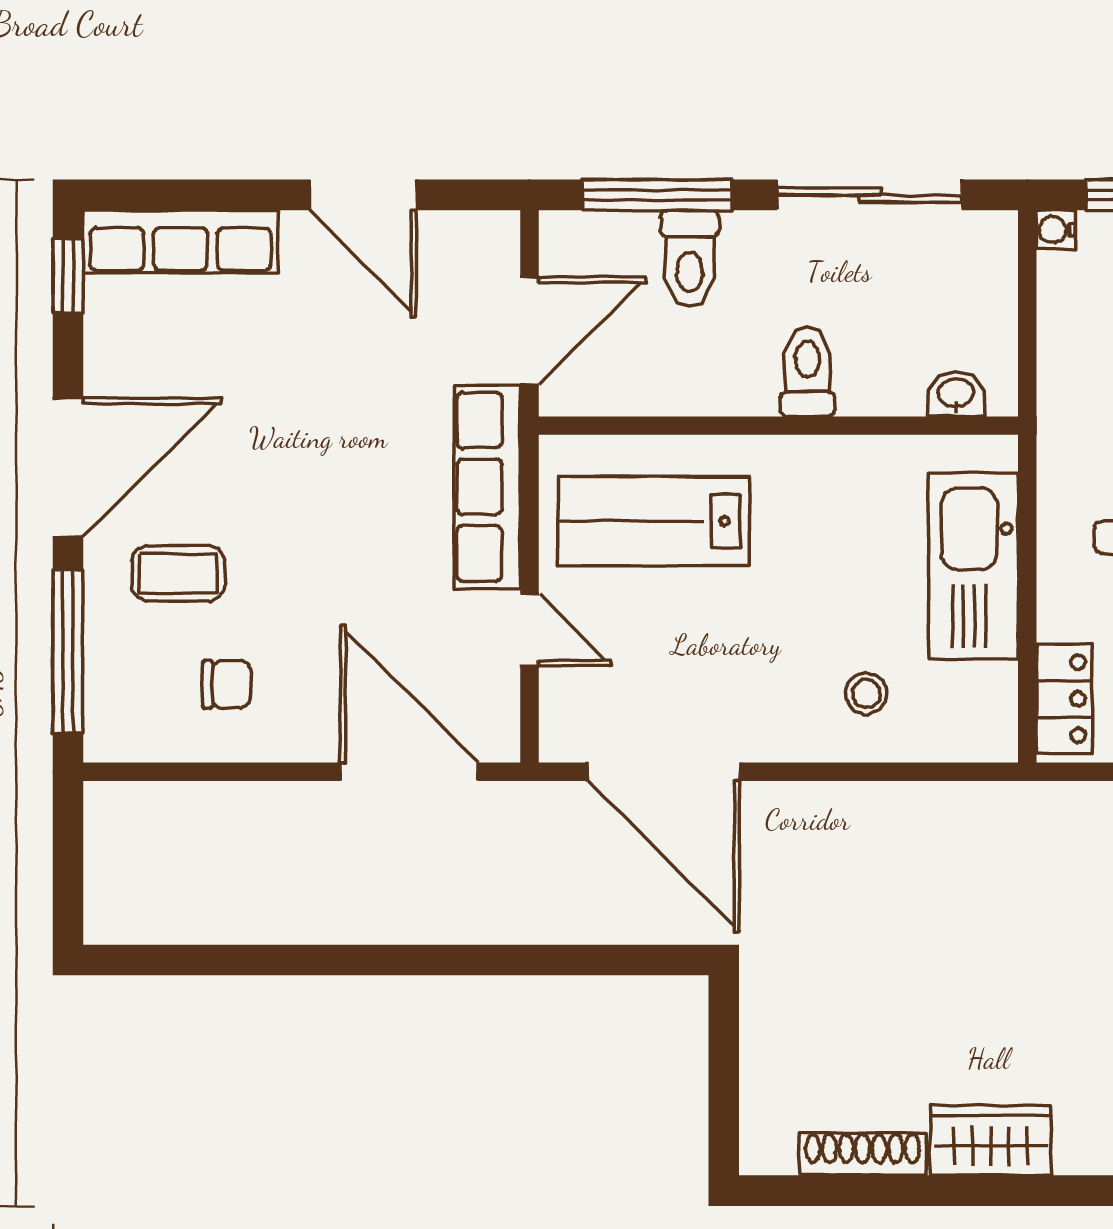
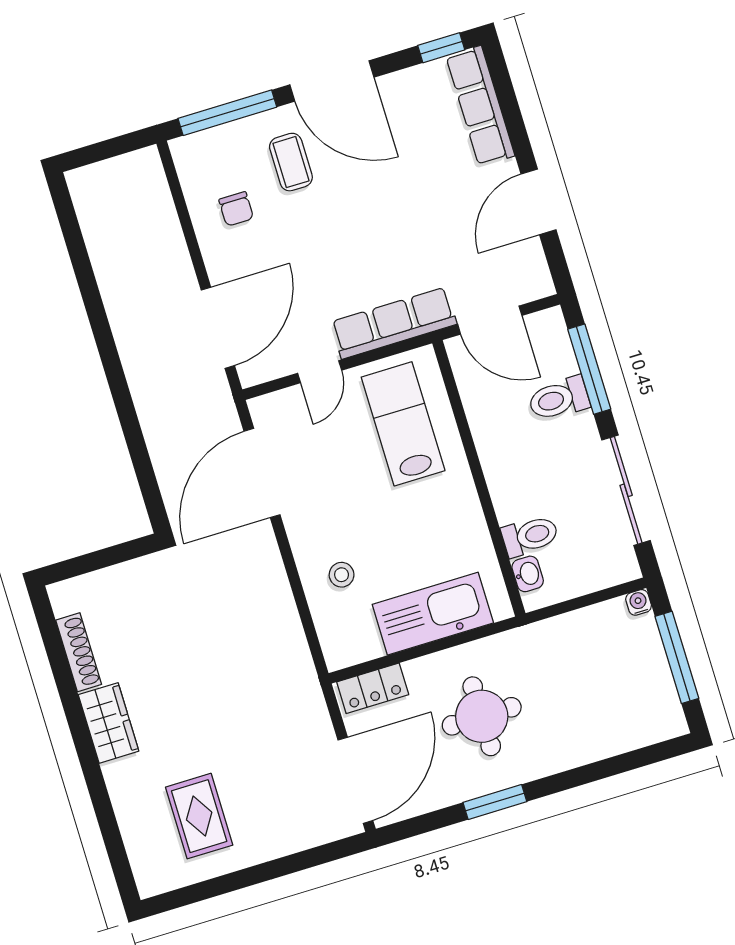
toilet: (807, 372) -> (530, 536), moved

